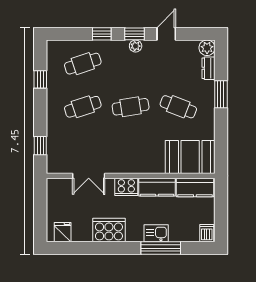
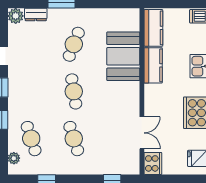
plant: (136, 46) -> (14, 158), moved
booth: (190, 157) -> (123, 56), moved
cooker: (126, 187) -> (153, 163), moved

